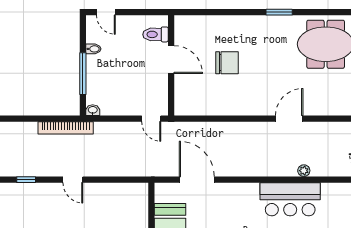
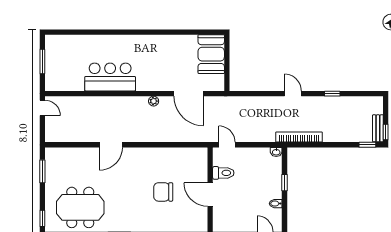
toilet: (156, 34) -> (223, 173), moved
window: (83, 74) -> (284, 183), width x0.46
plant: (304, 171) -> (154, 101), moved

